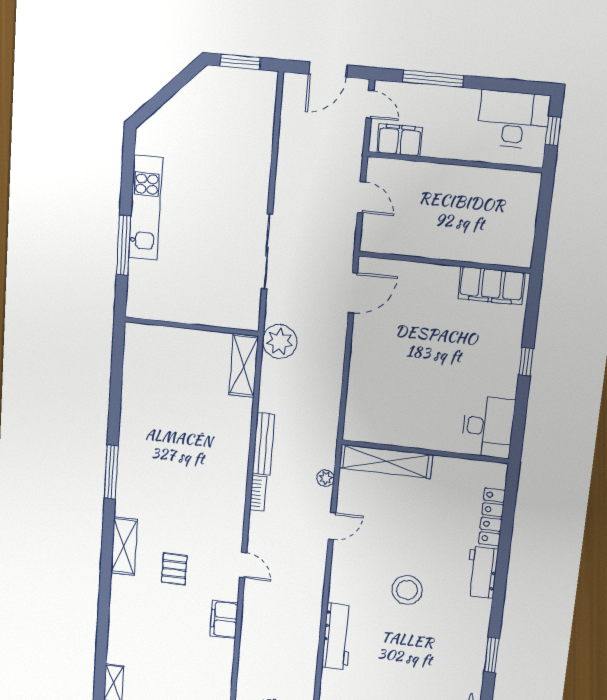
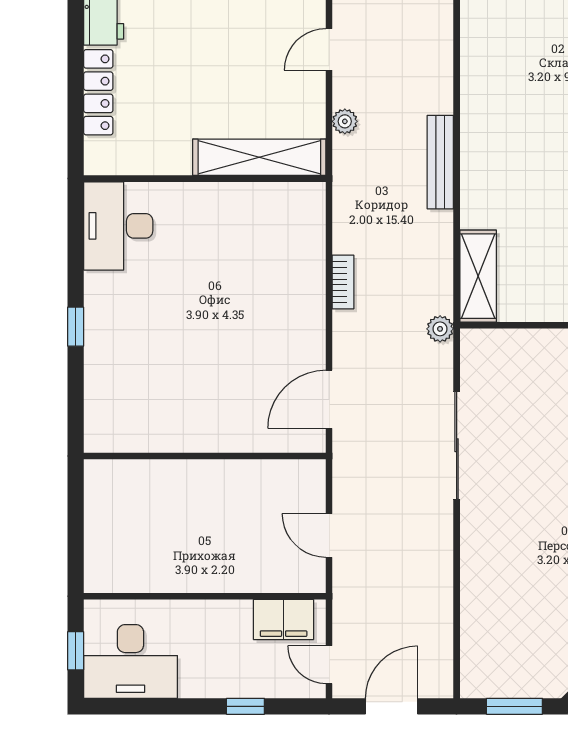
window: (433, 79) -> (245, 706), width x0.46
filing cabinet: (491, 286) -> (136, 430), removed
plant: (280, 342) -> (440, 329), width x0.53, depth x0.53
bookcase: (258, 493) -> (343, 282), moved, turned 180

